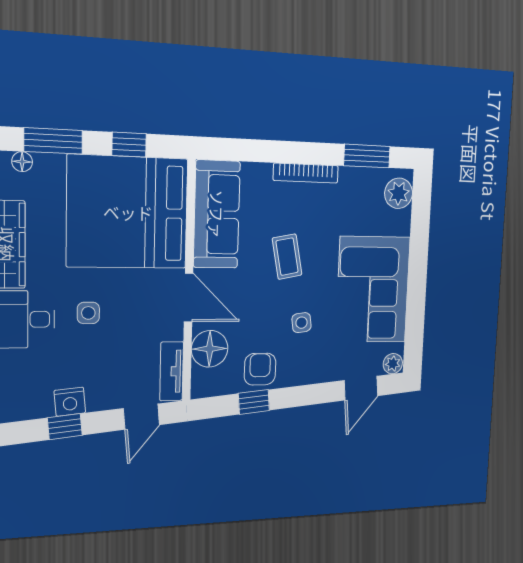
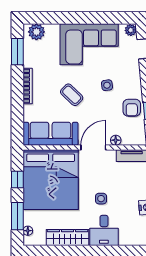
coffee table: (287, 257) -> (72, 95), turned 55
floor lamp: (210, 349) -> (116, 140), width x0.53, depth x0.53
armchair: (260, 369) -> (132, 108), turned -90

